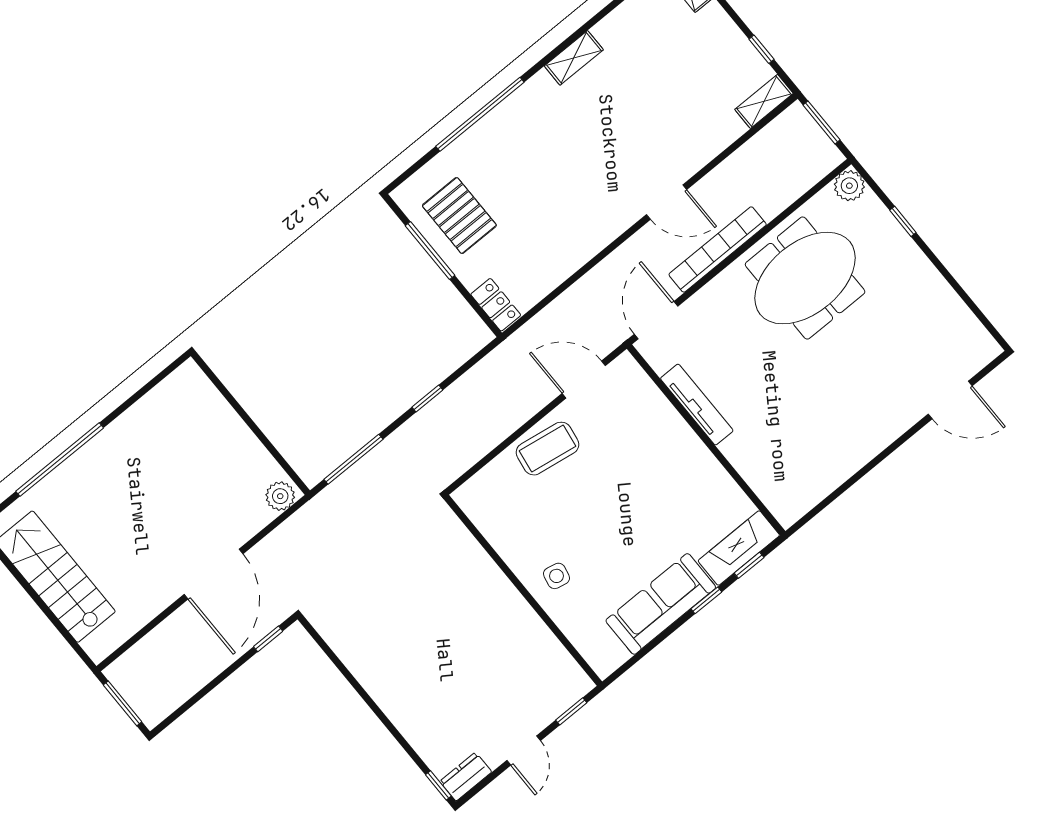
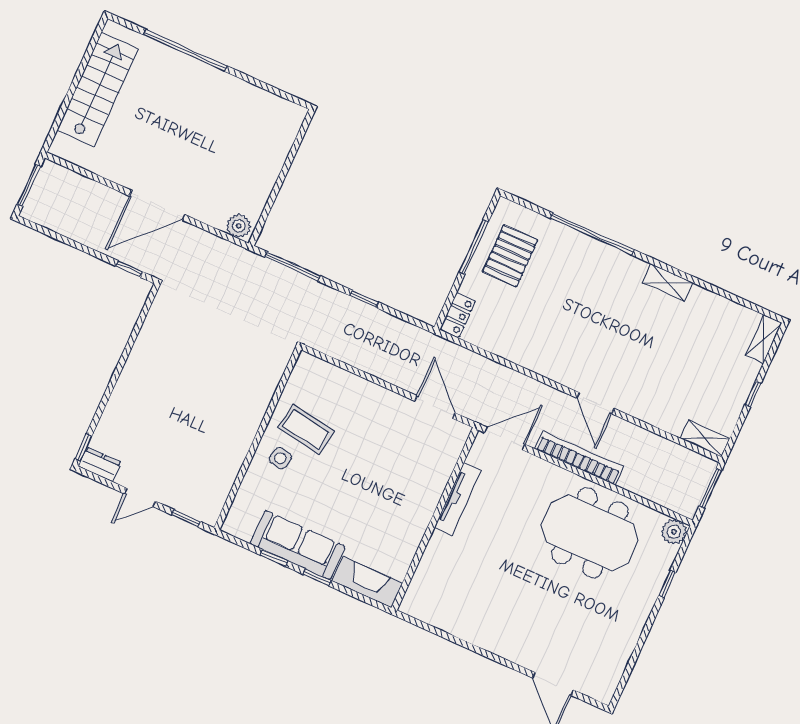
window: (761, 49) -> (753, 394), moved
coffee table: (547, 449) -> (306, 429), moved
window: (749, 565) -> (274, 558), moved

